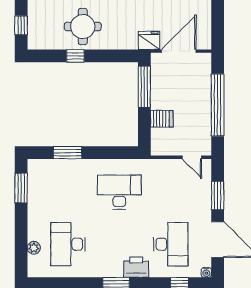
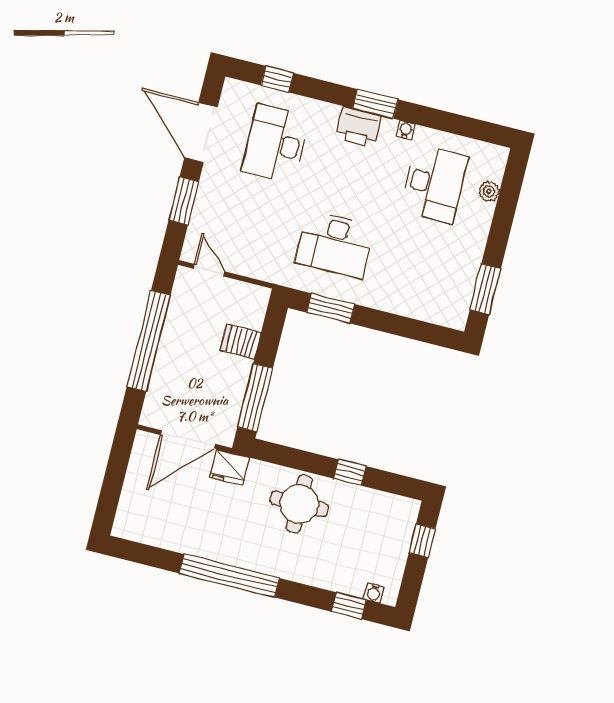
round table: (83, 27) -> (299, 504), moved
window: (68, 153) -> (331, 308), moved
printer: (136, 267) -> (359, 127), moved
water cooler: (206, 272) -> (406, 130), moved

